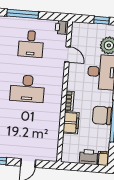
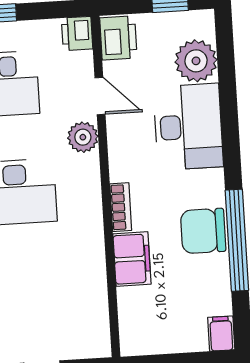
plant: (58, 70) -> (83, 137), added
printer: (88, 157) -> (118, 38), moved, turned 90

